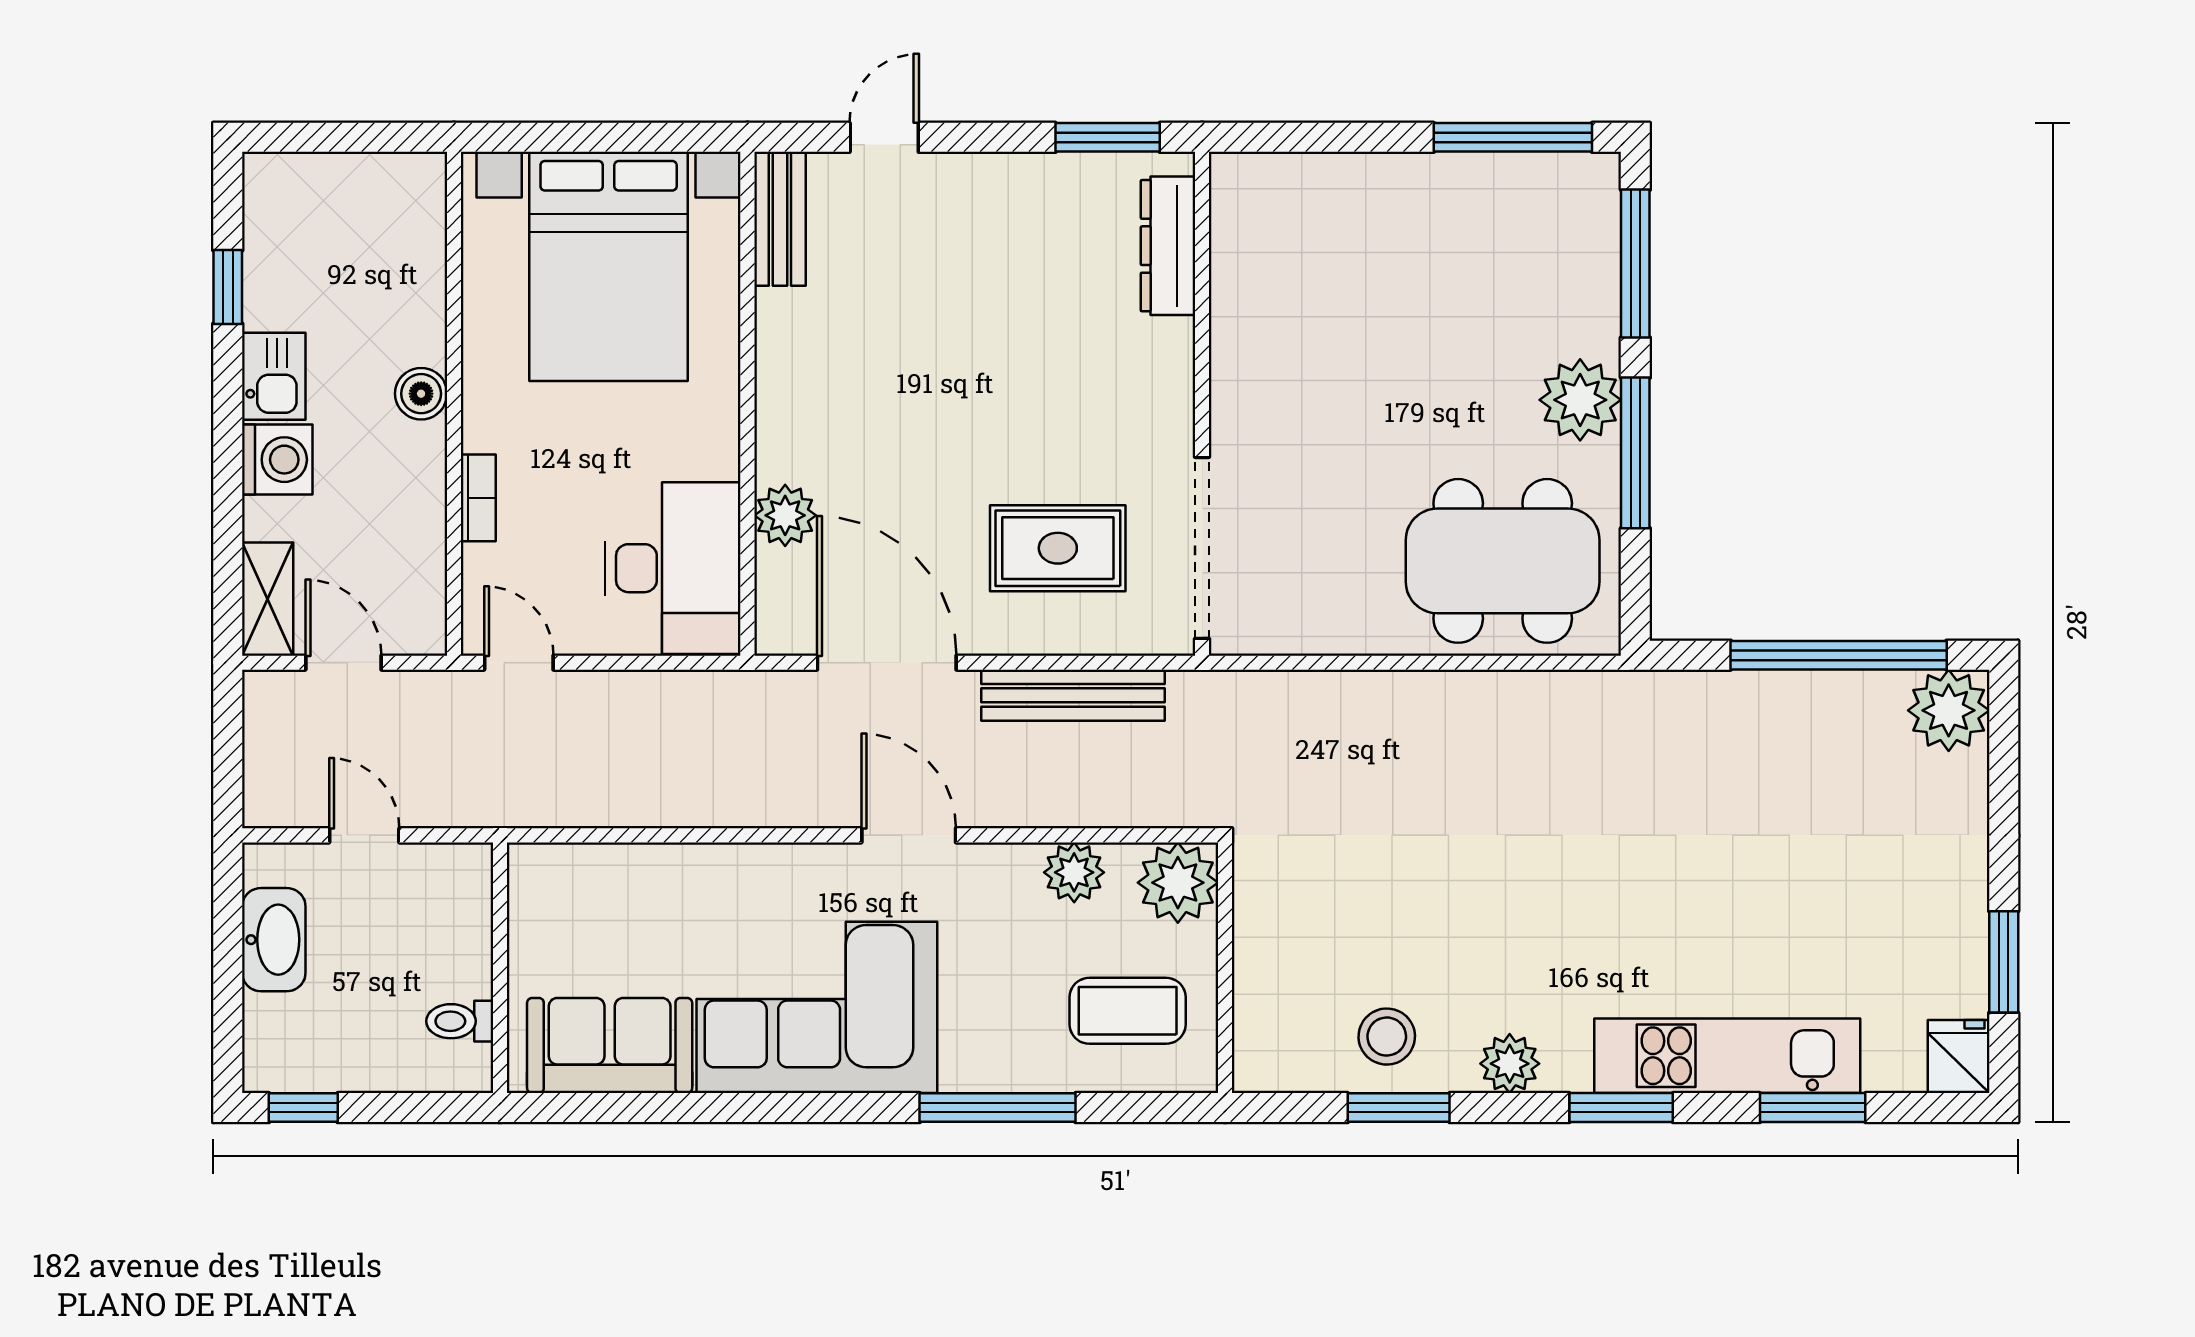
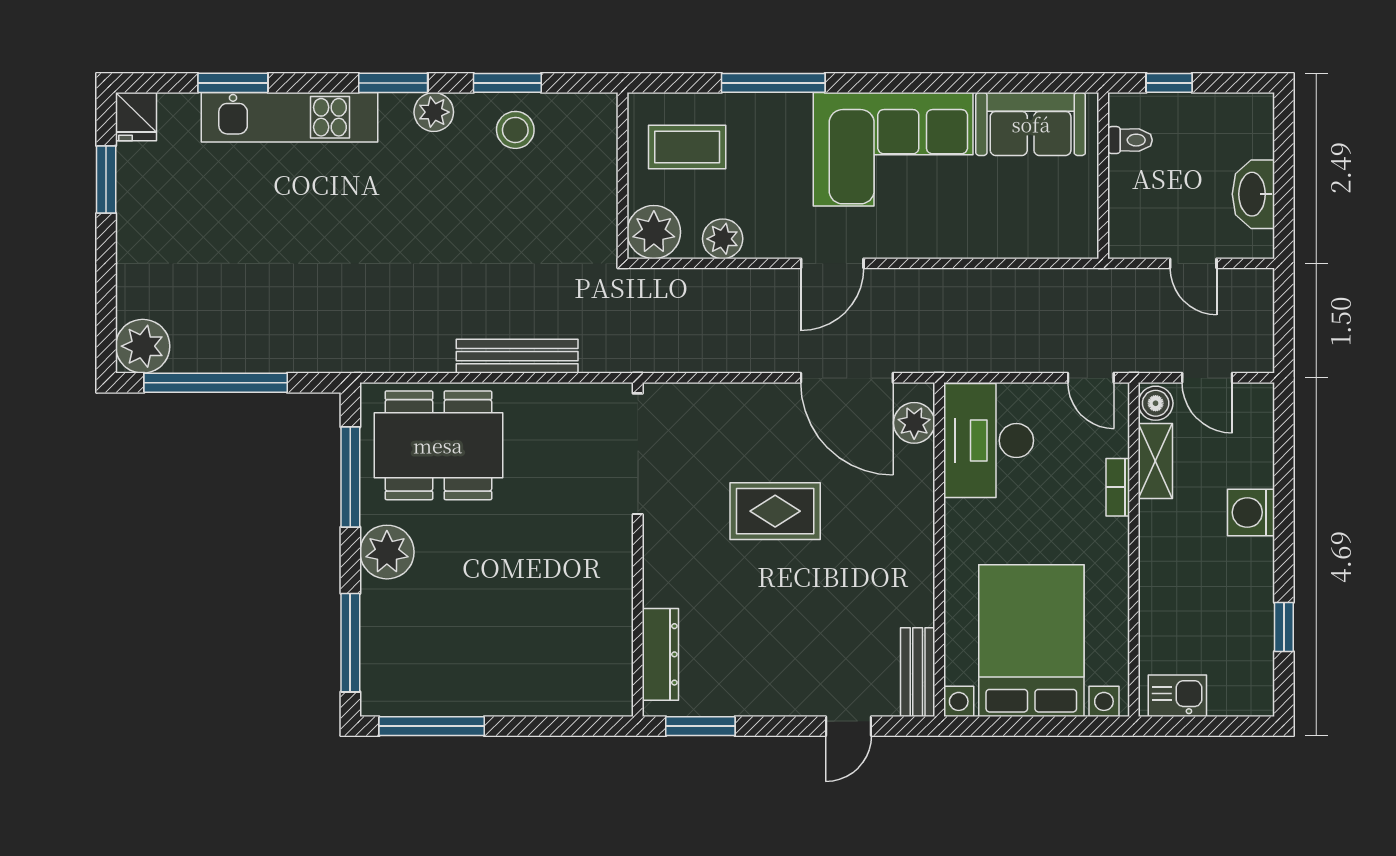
kitchen sink: (274, 376) -> (1177, 696), moved, turned 90
boiler: (421, 394) -> (1156, 403), moved
window: (1635, 453) -> (350, 477), moved
plant: (785, 515) -> (914, 423), moved
rug: (1058, 548) -> (775, 511), moved
shelving: (268, 599) -> (1155, 461), moved
bench: (1073, 695) -> (517, 356), moved
door: (909, 835) -> (832, 263), hinge flipped
window: (303, 1108) -> (1169, 83), moved
window: (1621, 1108) -> (393, 83), moved

